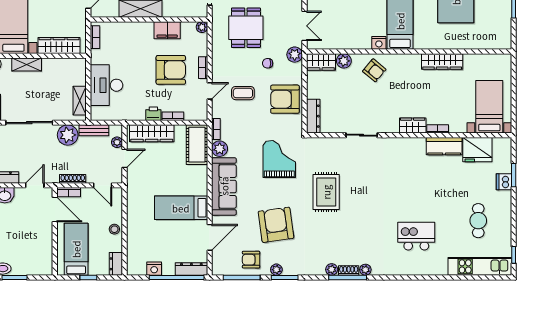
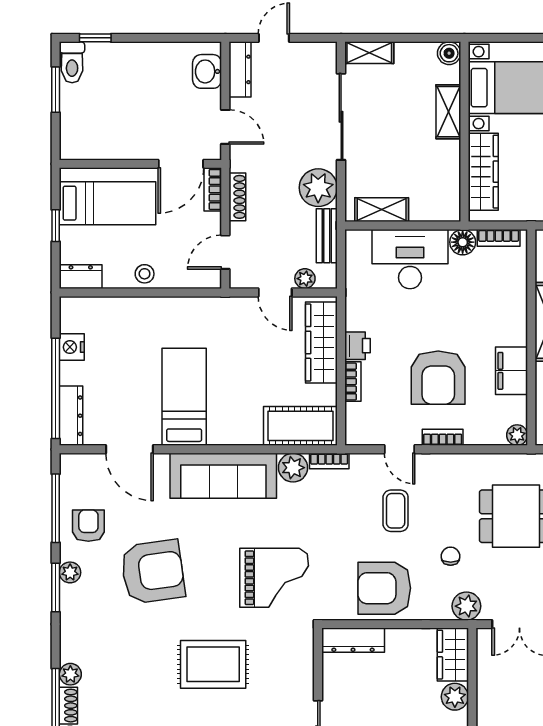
floor lamp: (97, 57) -> (463, 242), added
armchair: (285, 99) -> (384, 588), turned -90

